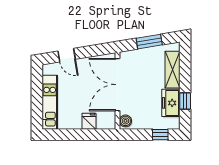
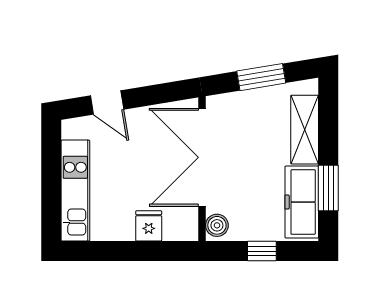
window: (185, 101) -> (328, 188), width x1.50
freezer: (171, 103) -> (302, 202), width x1.40
window: (160, 135) -> (262, 251), moved

